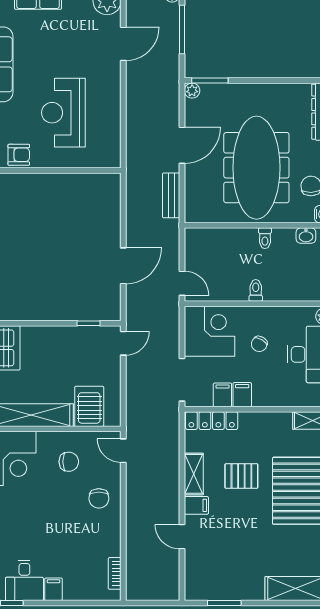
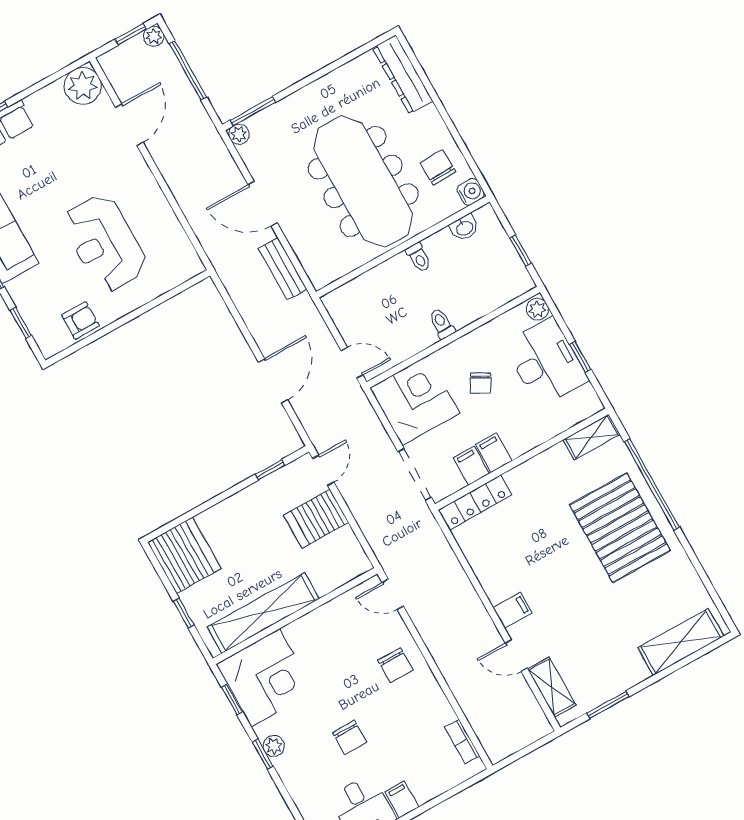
door: (182, 145) -> (263, 204), swing flipped
server rack: (89, 406) -> (316, 519), moved, turned -90
chair: (69, 462) -> (350, 737), moved, turned 90
shelving: (194, 474) -> (552, 687), moved
pallet: (241, 476) -> (545, 547), removed

